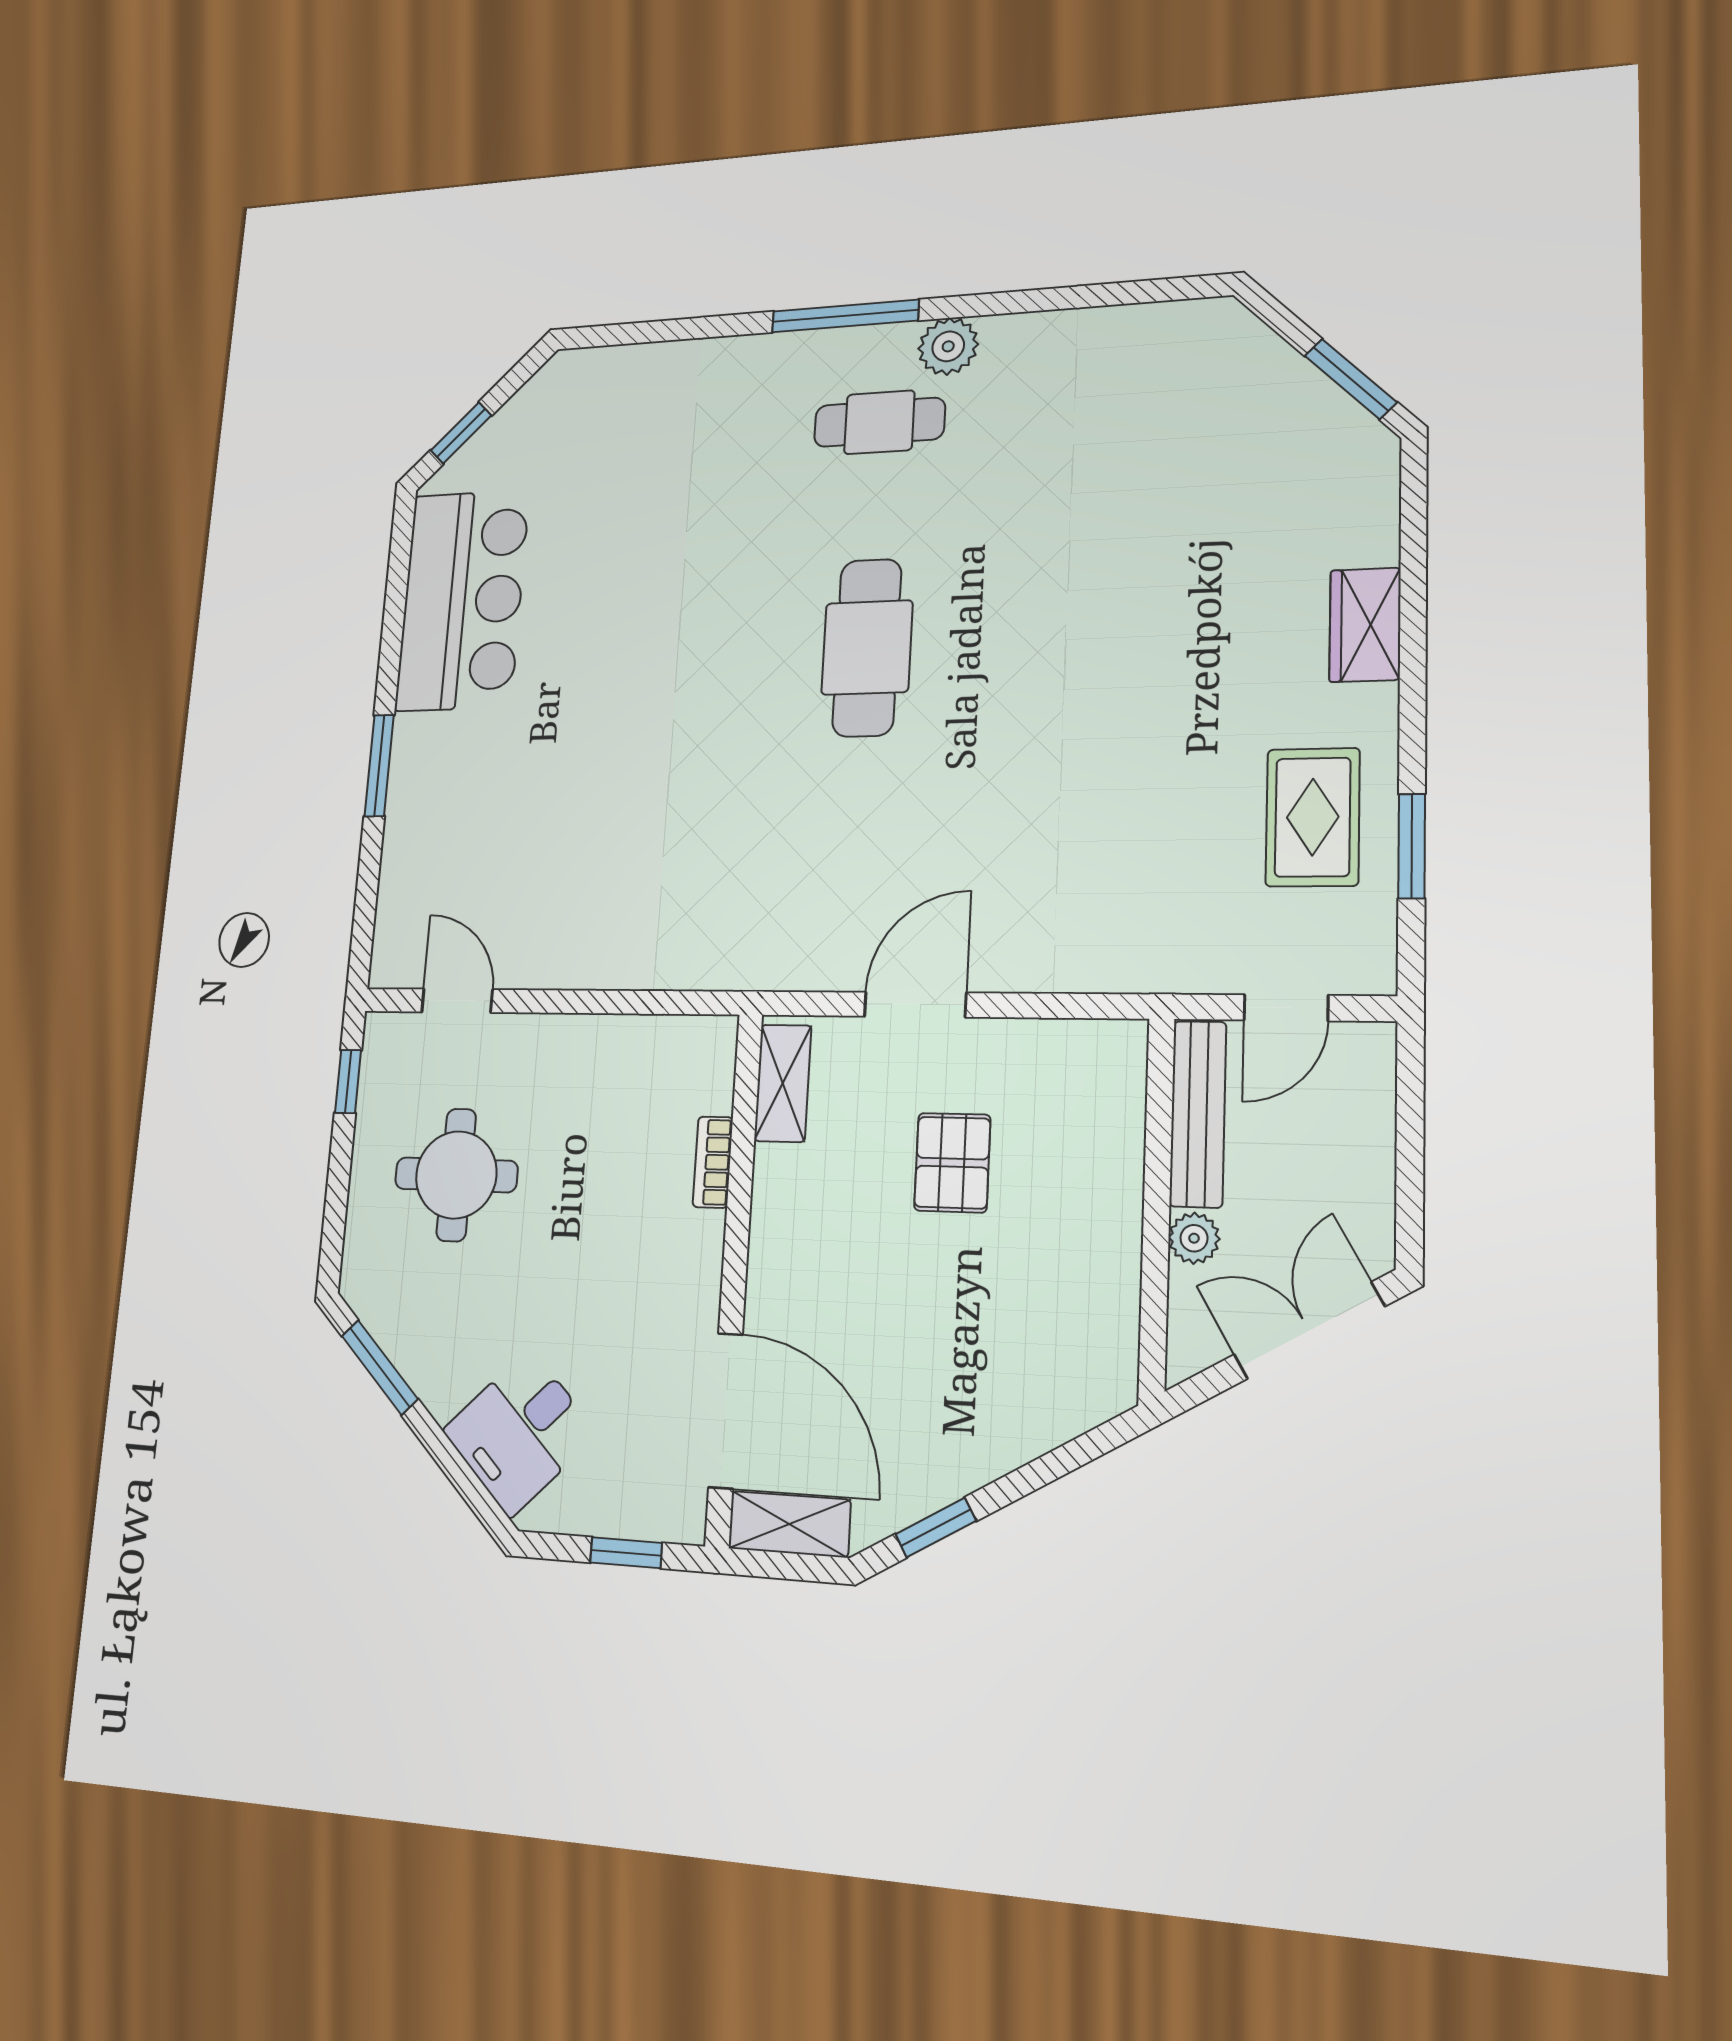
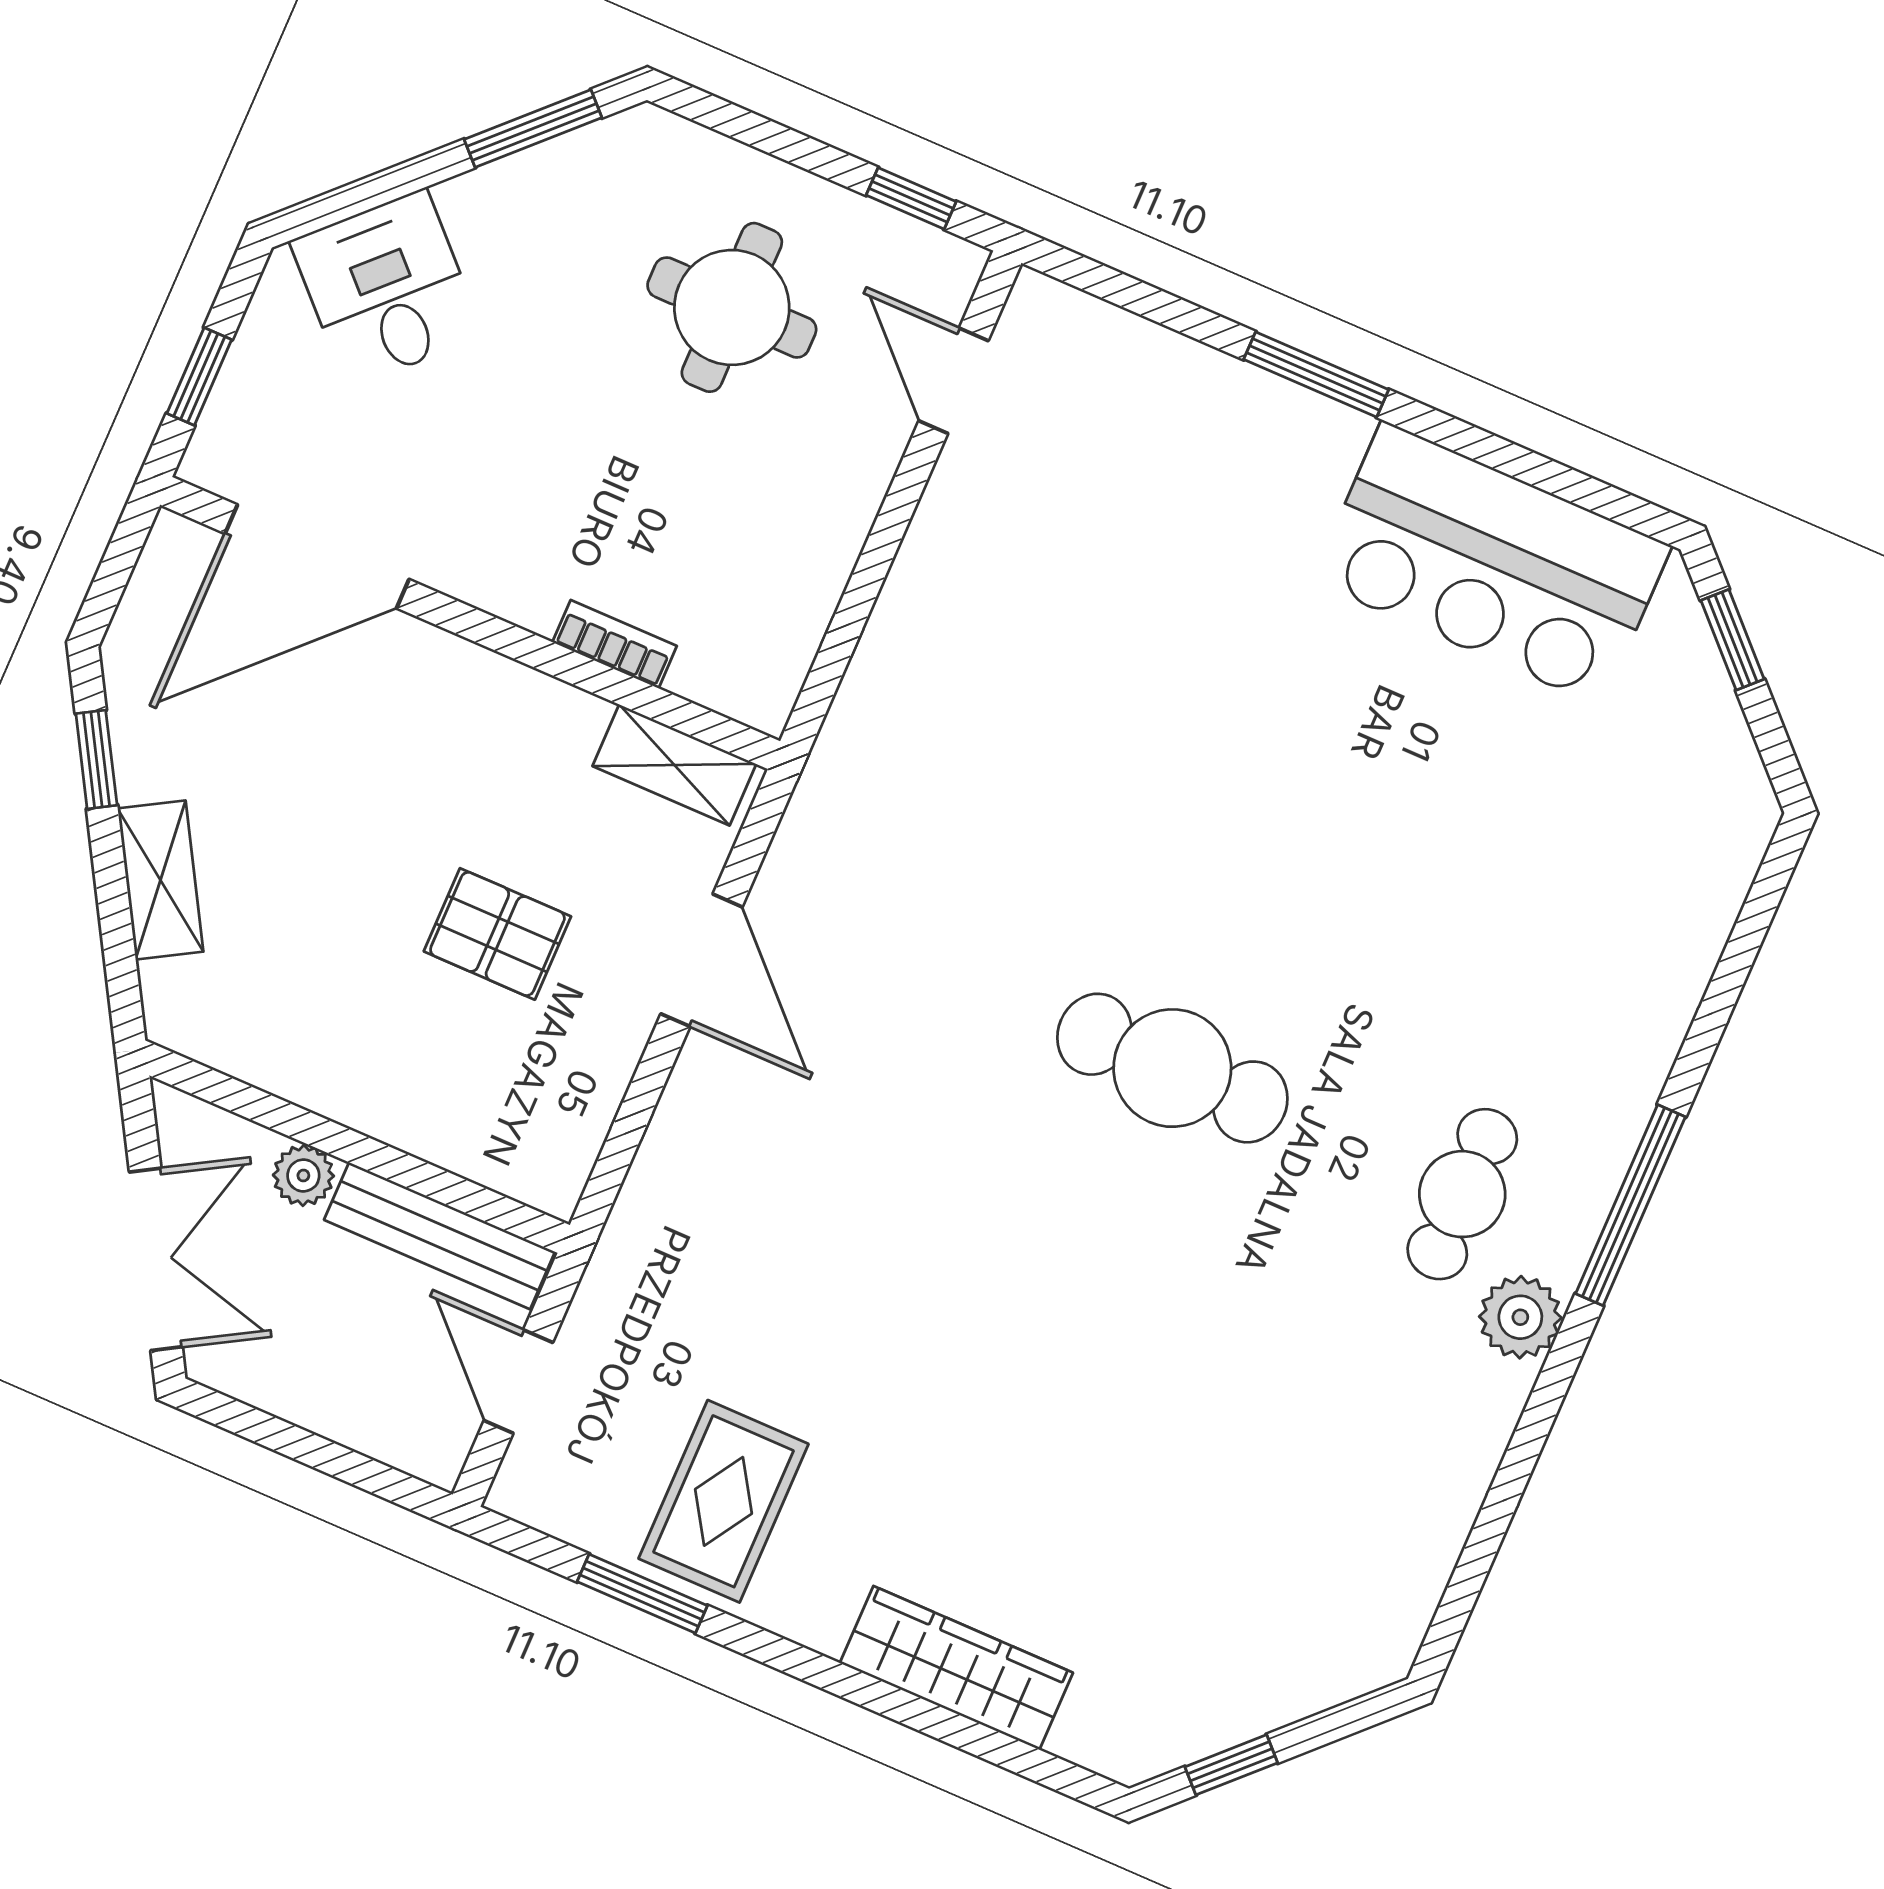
window: (1351, 379) -> (1231, 1765), width x0.67
wardrobe: (1365, 625) -> (956, 1668), width x1.50
rug: (1313, 817) -> (724, 1501), turned 90
door: (457, 1001) -> (953, 381), swing flipped
shelving: (789, 1524) -> (160, 880), moved, turned -30

